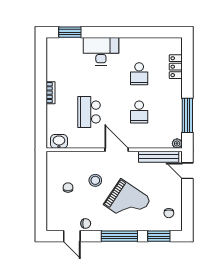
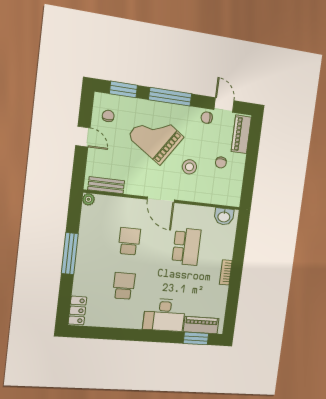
piano: (67, 44) -> (201, 325), added
locker: (176, 67) -> (77, 311), moved
window: (187, 115) -> (70, 254), moved
bench: (159, 157) -> (106, 185), width x0.73
door: (187, 171) -> (83, 137), moved
piano: (53, 214) -> (241, 134), added

